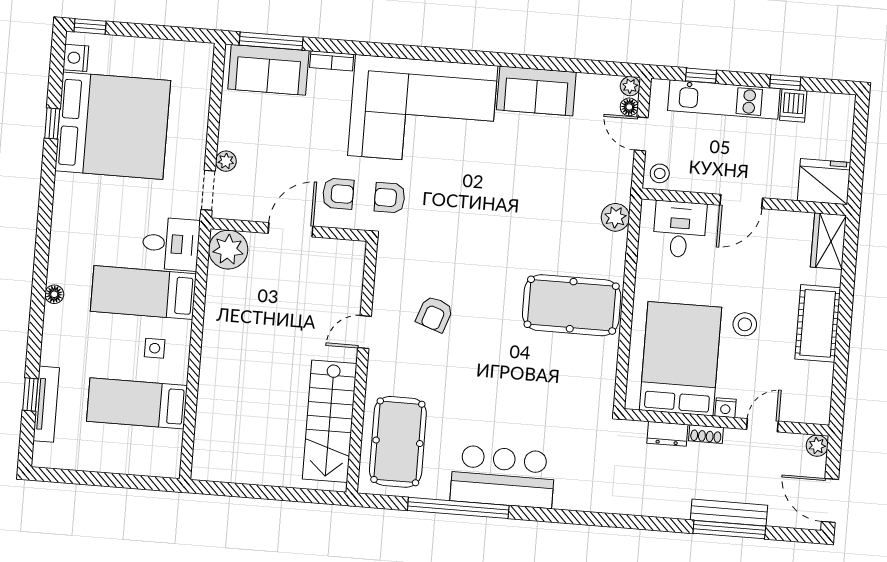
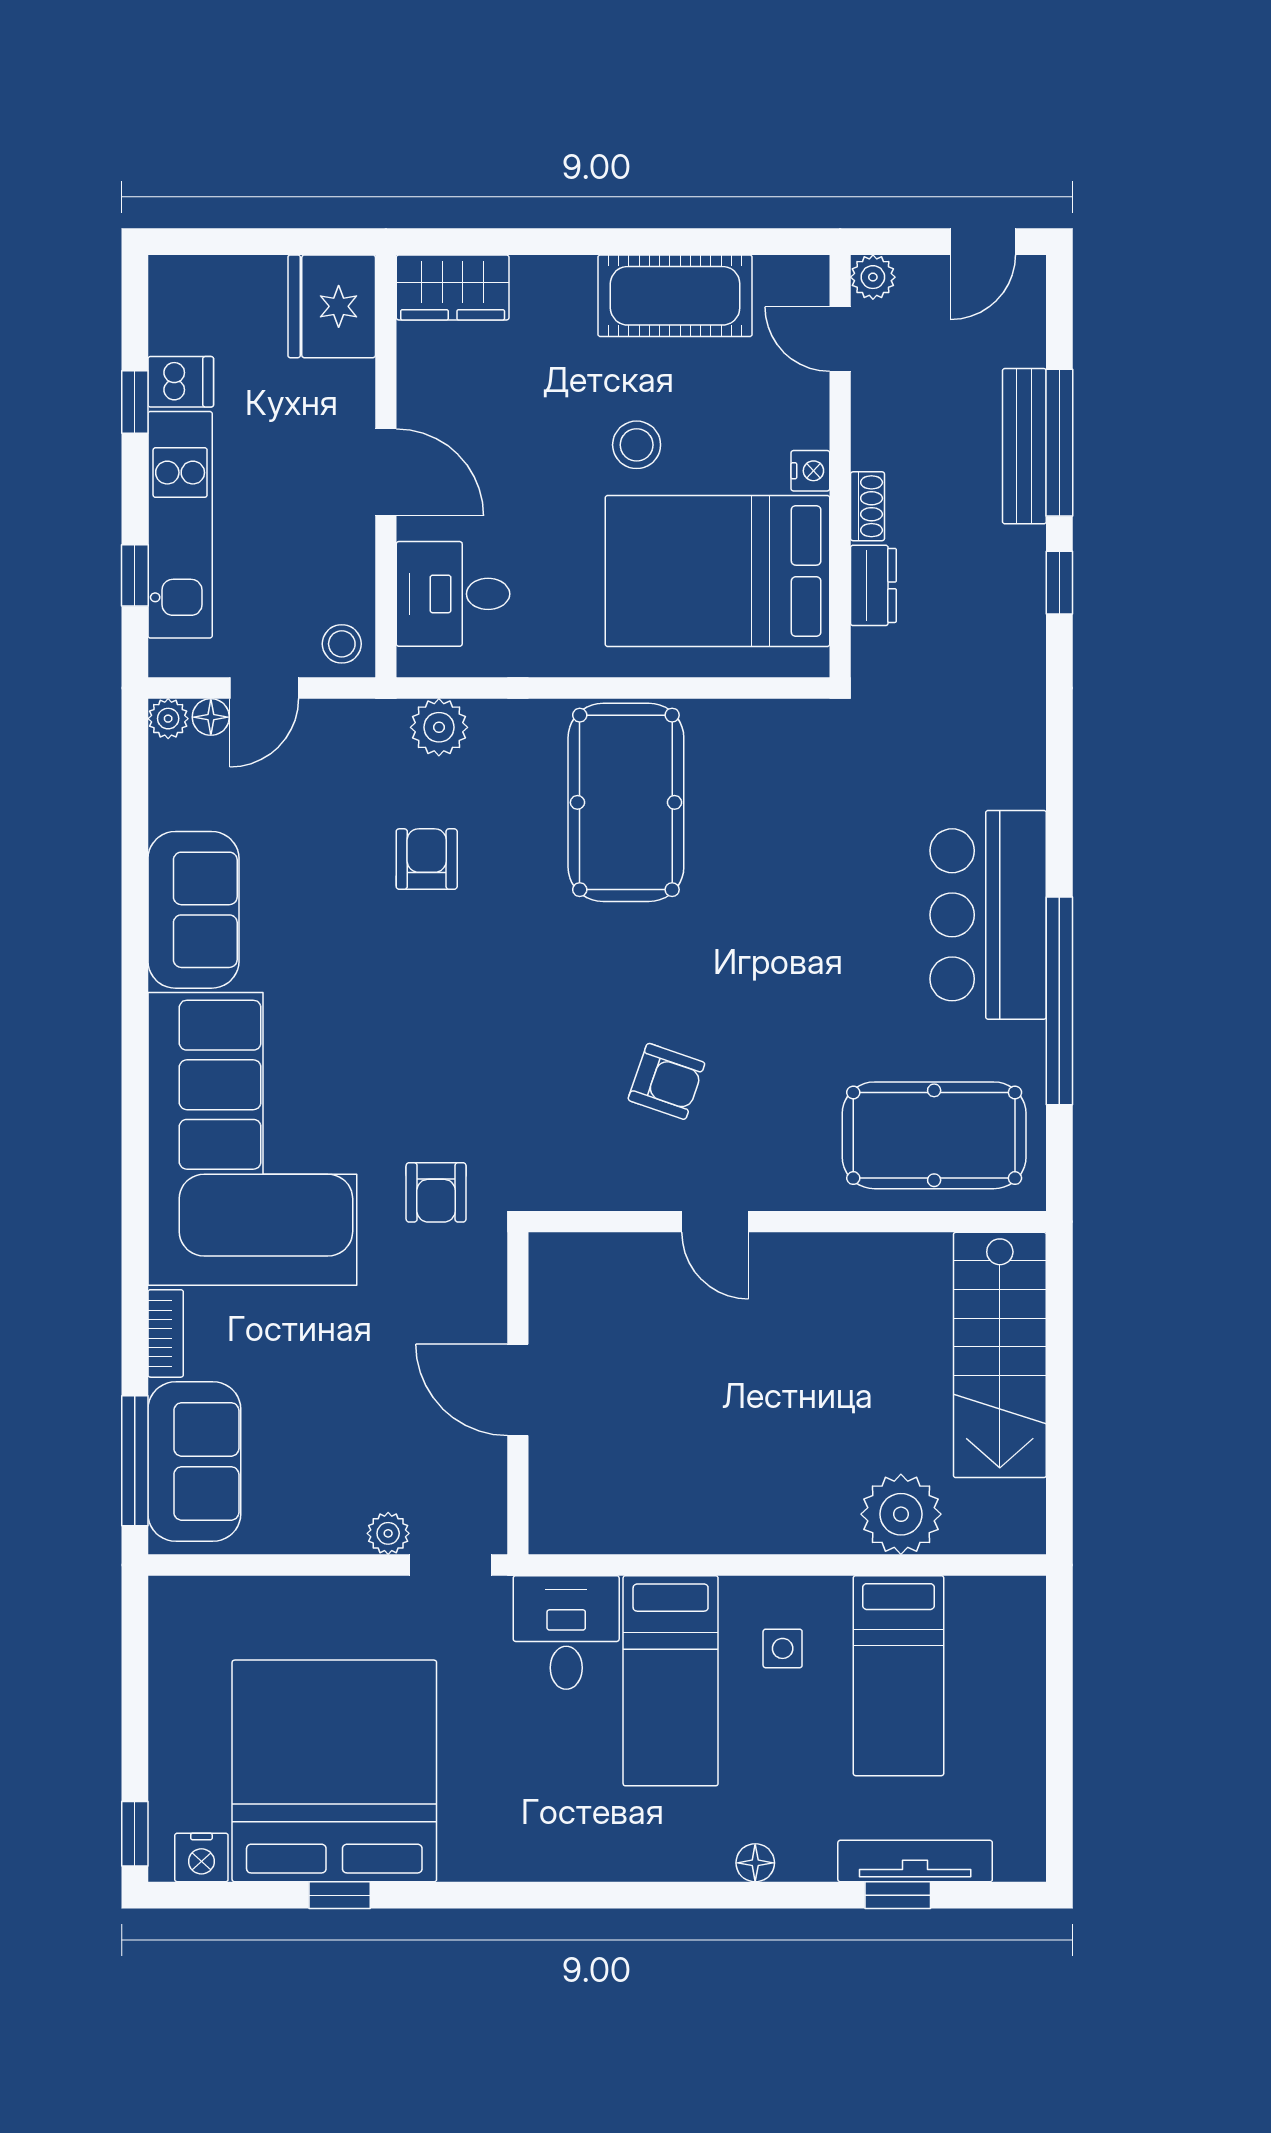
armchair: (338, 194) -> (427, 859), moved
plant: (228, 250) -> (901, 1514), moved
floor lamp: (54, 294) -> (755, 1863), moved
cot: (818, 323) -> (675, 296), moved
stairs: (330, 421) -> (1000, 1355), moved, turned 90
door: (762, 425) -> (840, 339), moved
door: (830, 500) -> (983, 242), width x0.73
window: (661, 524) -> (1059, 583), added

